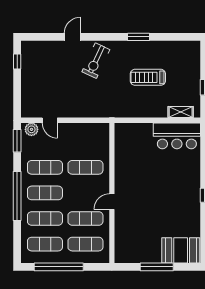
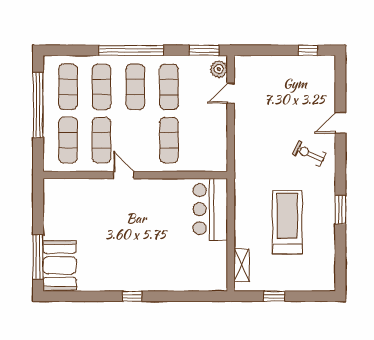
door: (72, 37) -> (340, 123), swing flipped
exercise bike: (96, 61) -> (309, 154), width x0.73, depth x0.72
treadmill: (148, 77) -> (287, 222), width x1.37, depth x1.37
bar counter: (177, 136) -> (210, 209), moved
window: (157, 267) -> (38, 257), moved

